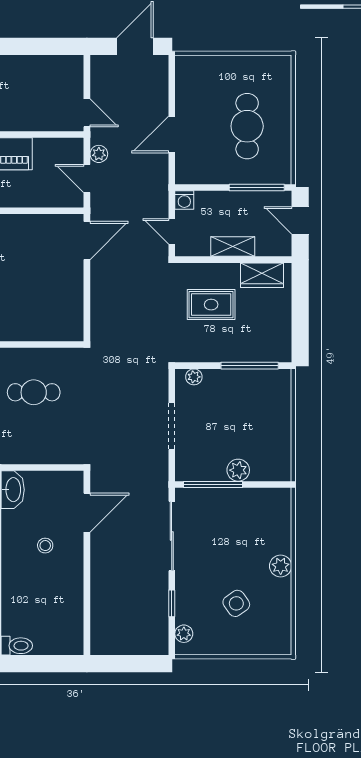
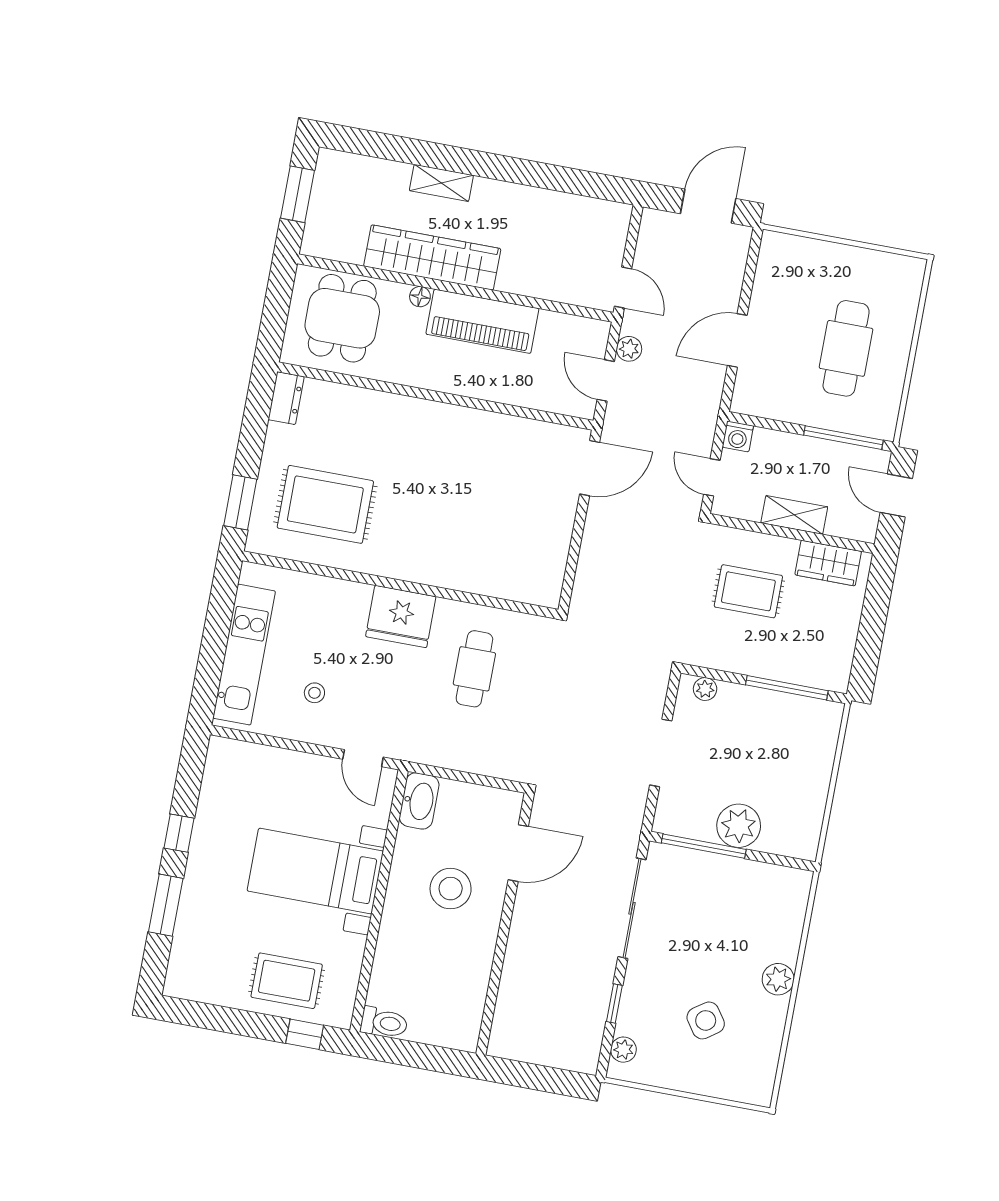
cafe table: (34, 392) -> (474, 669), turned 90
plant: (238, 470) -> (739, 826), width x1.36, depth x1.36
stool: (45, 546) -> (451, 889), width x1.89, depth x1.89

